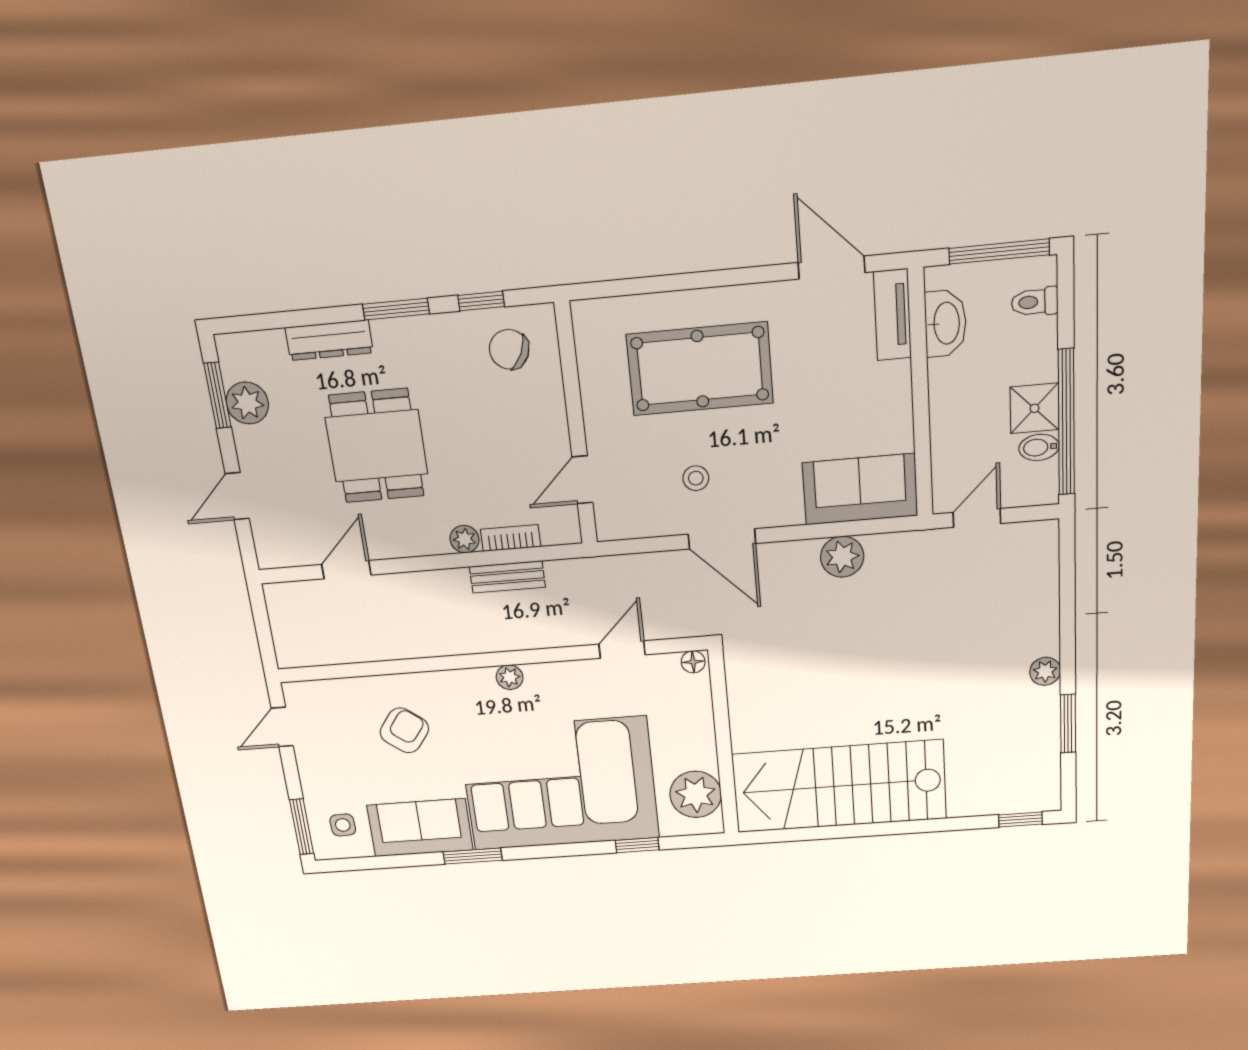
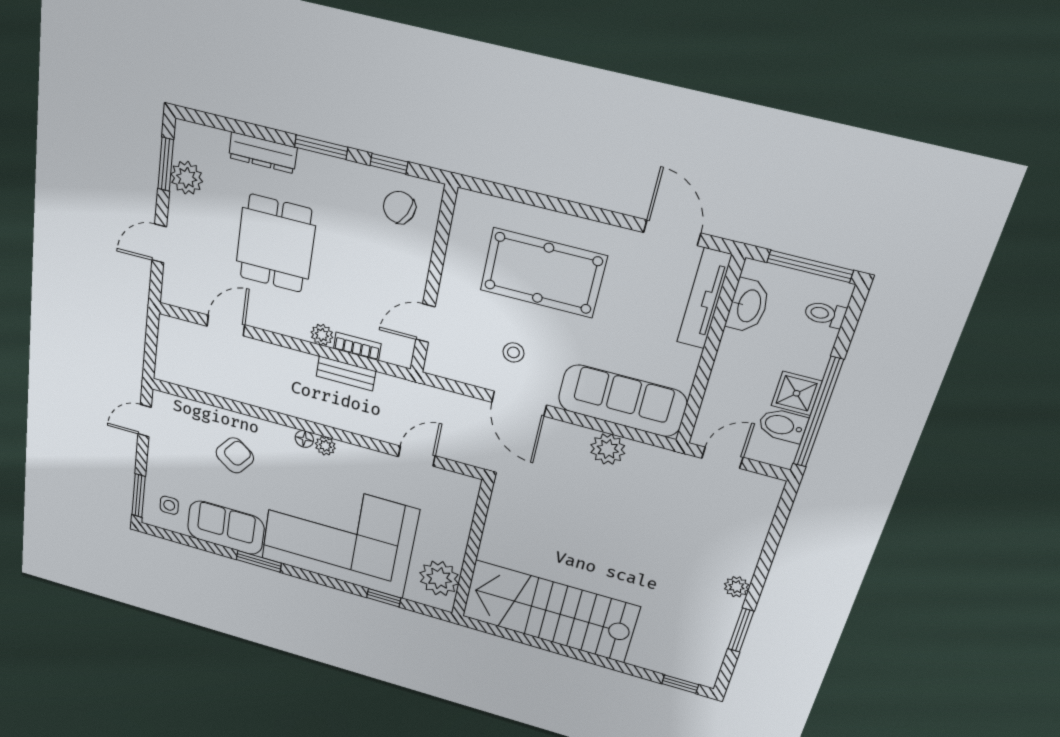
tv unit: (892, 315) -> (704, 299), width x1.41
bidet: (1039, 447) -> (783, 425), width x1.38, depth x1.36
sofa: (860, 489) -> (622, 401), width x1.36
floor lamp: (693, 662) -> (304, 439), moved

